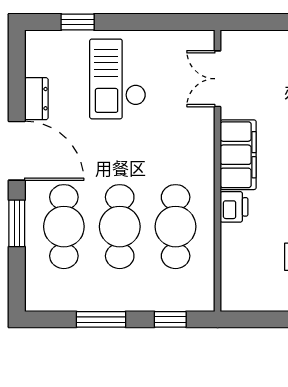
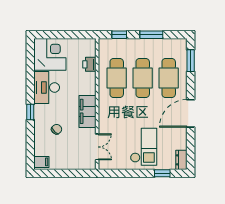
dresser: (36, 99) -> (181, 160), moved
door: (17, 151) -> (191, 113), hinge flipped
printer: (234, 207) -> (89, 64), moved
window: (17, 223) -> (191, 61), moved

